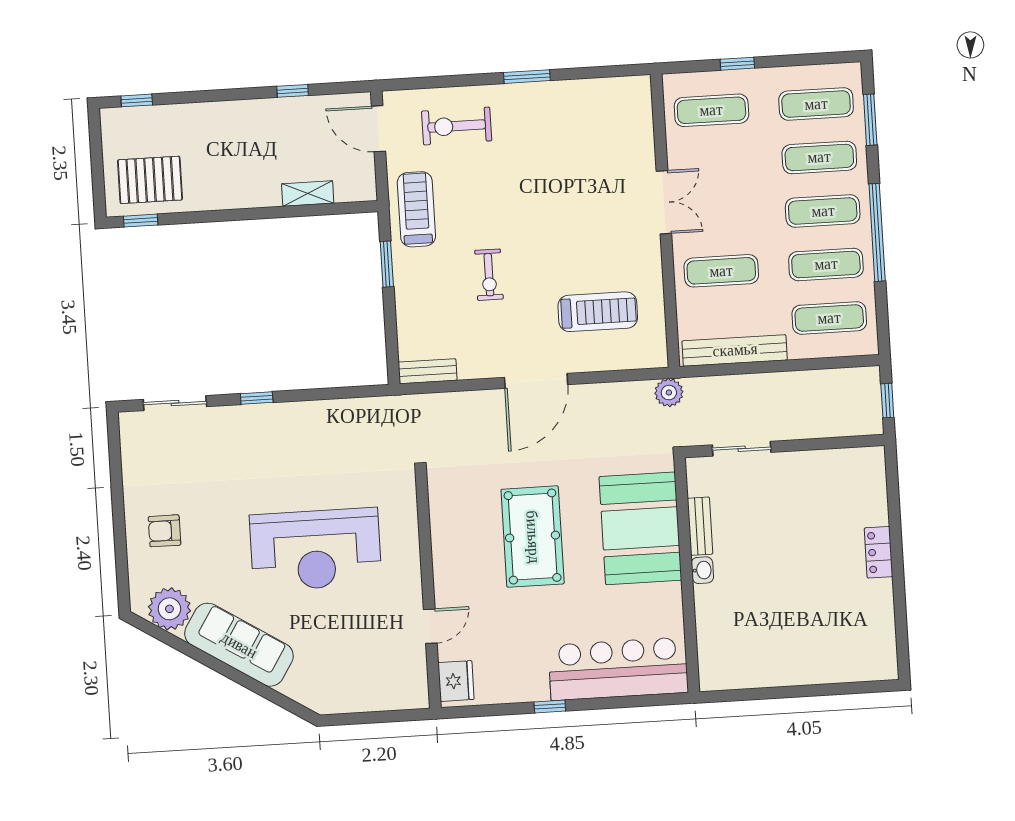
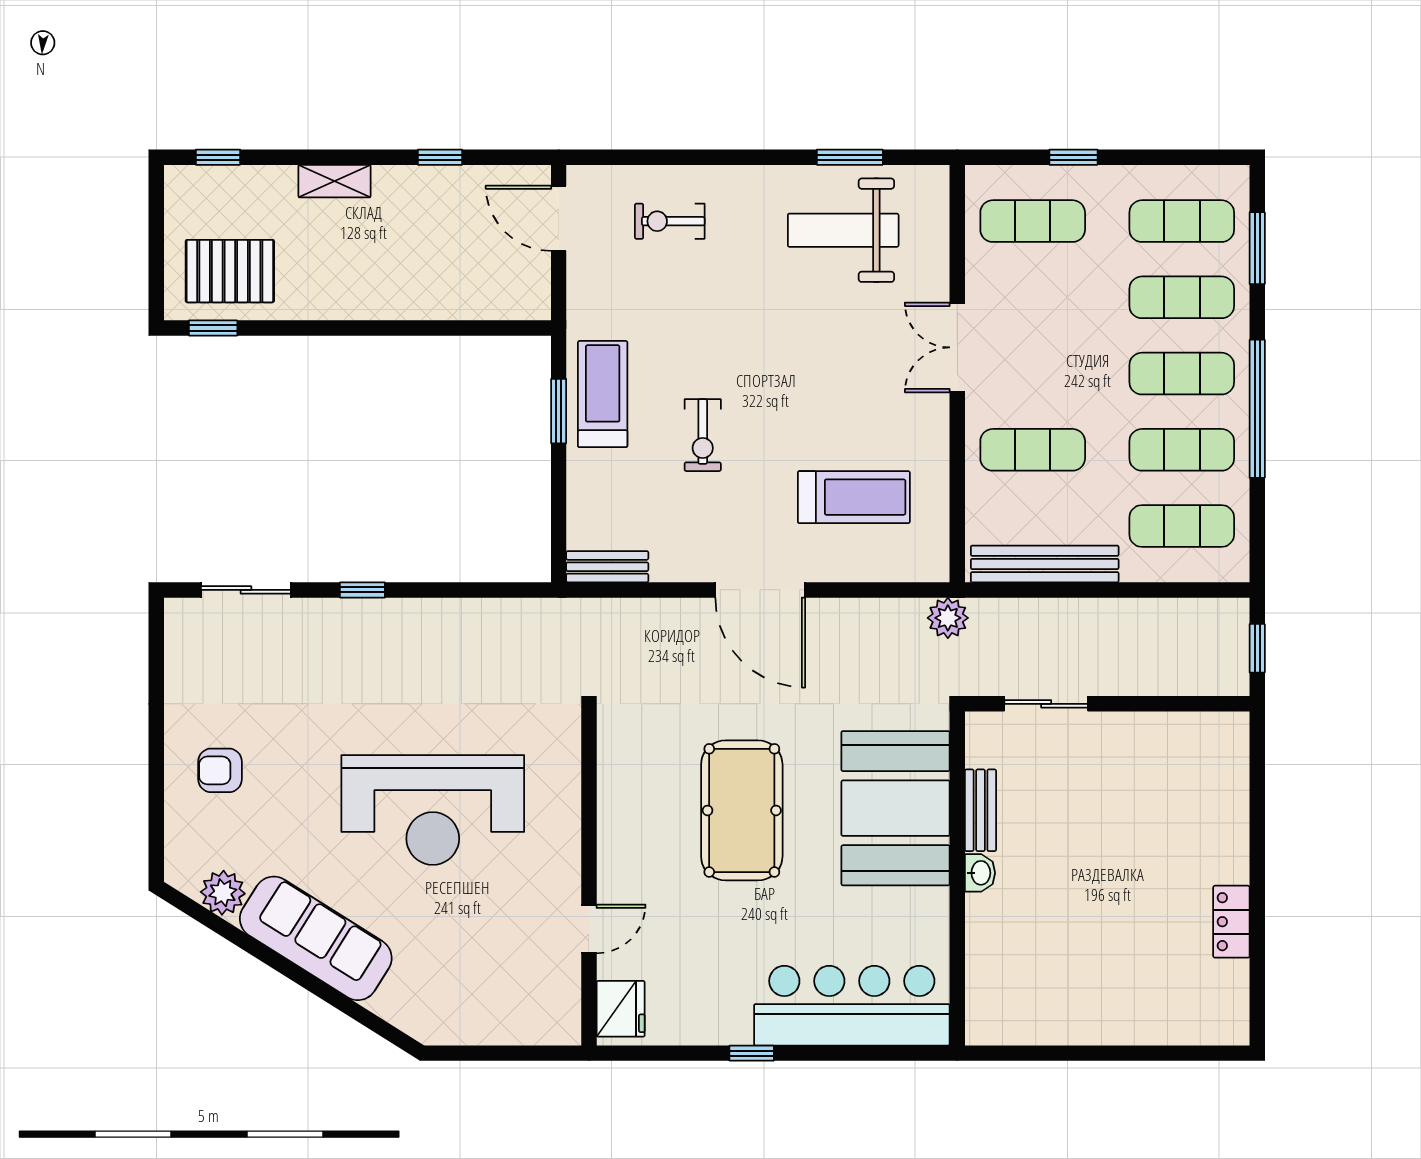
window: (527, 77) -> (850, 157), moved
weight bench: (579, 125) -> (843, 230), added
exercise bike: (457, 126) -> (670, 221), width x0.73, depth x0.72
shelving: (308, 194) -> (334, 181), moved
double door: (664, 202) -> (957, 347), swing flipped
treadmill: (416, 209) -> (603, 394), moved
door: (536, 381) -> (760, 590), hinge flipped
locker: (878, 552) -> (1231, 922), moved
plant: (169, 609) -> (223, 893), width x0.73, depth x0.73

